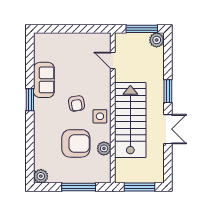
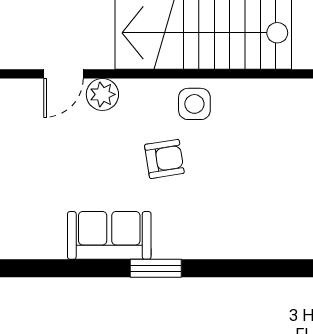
armchair: (76, 143) -> (258, 160), removed
plant: (104, 148) -> (102, 94), moved

